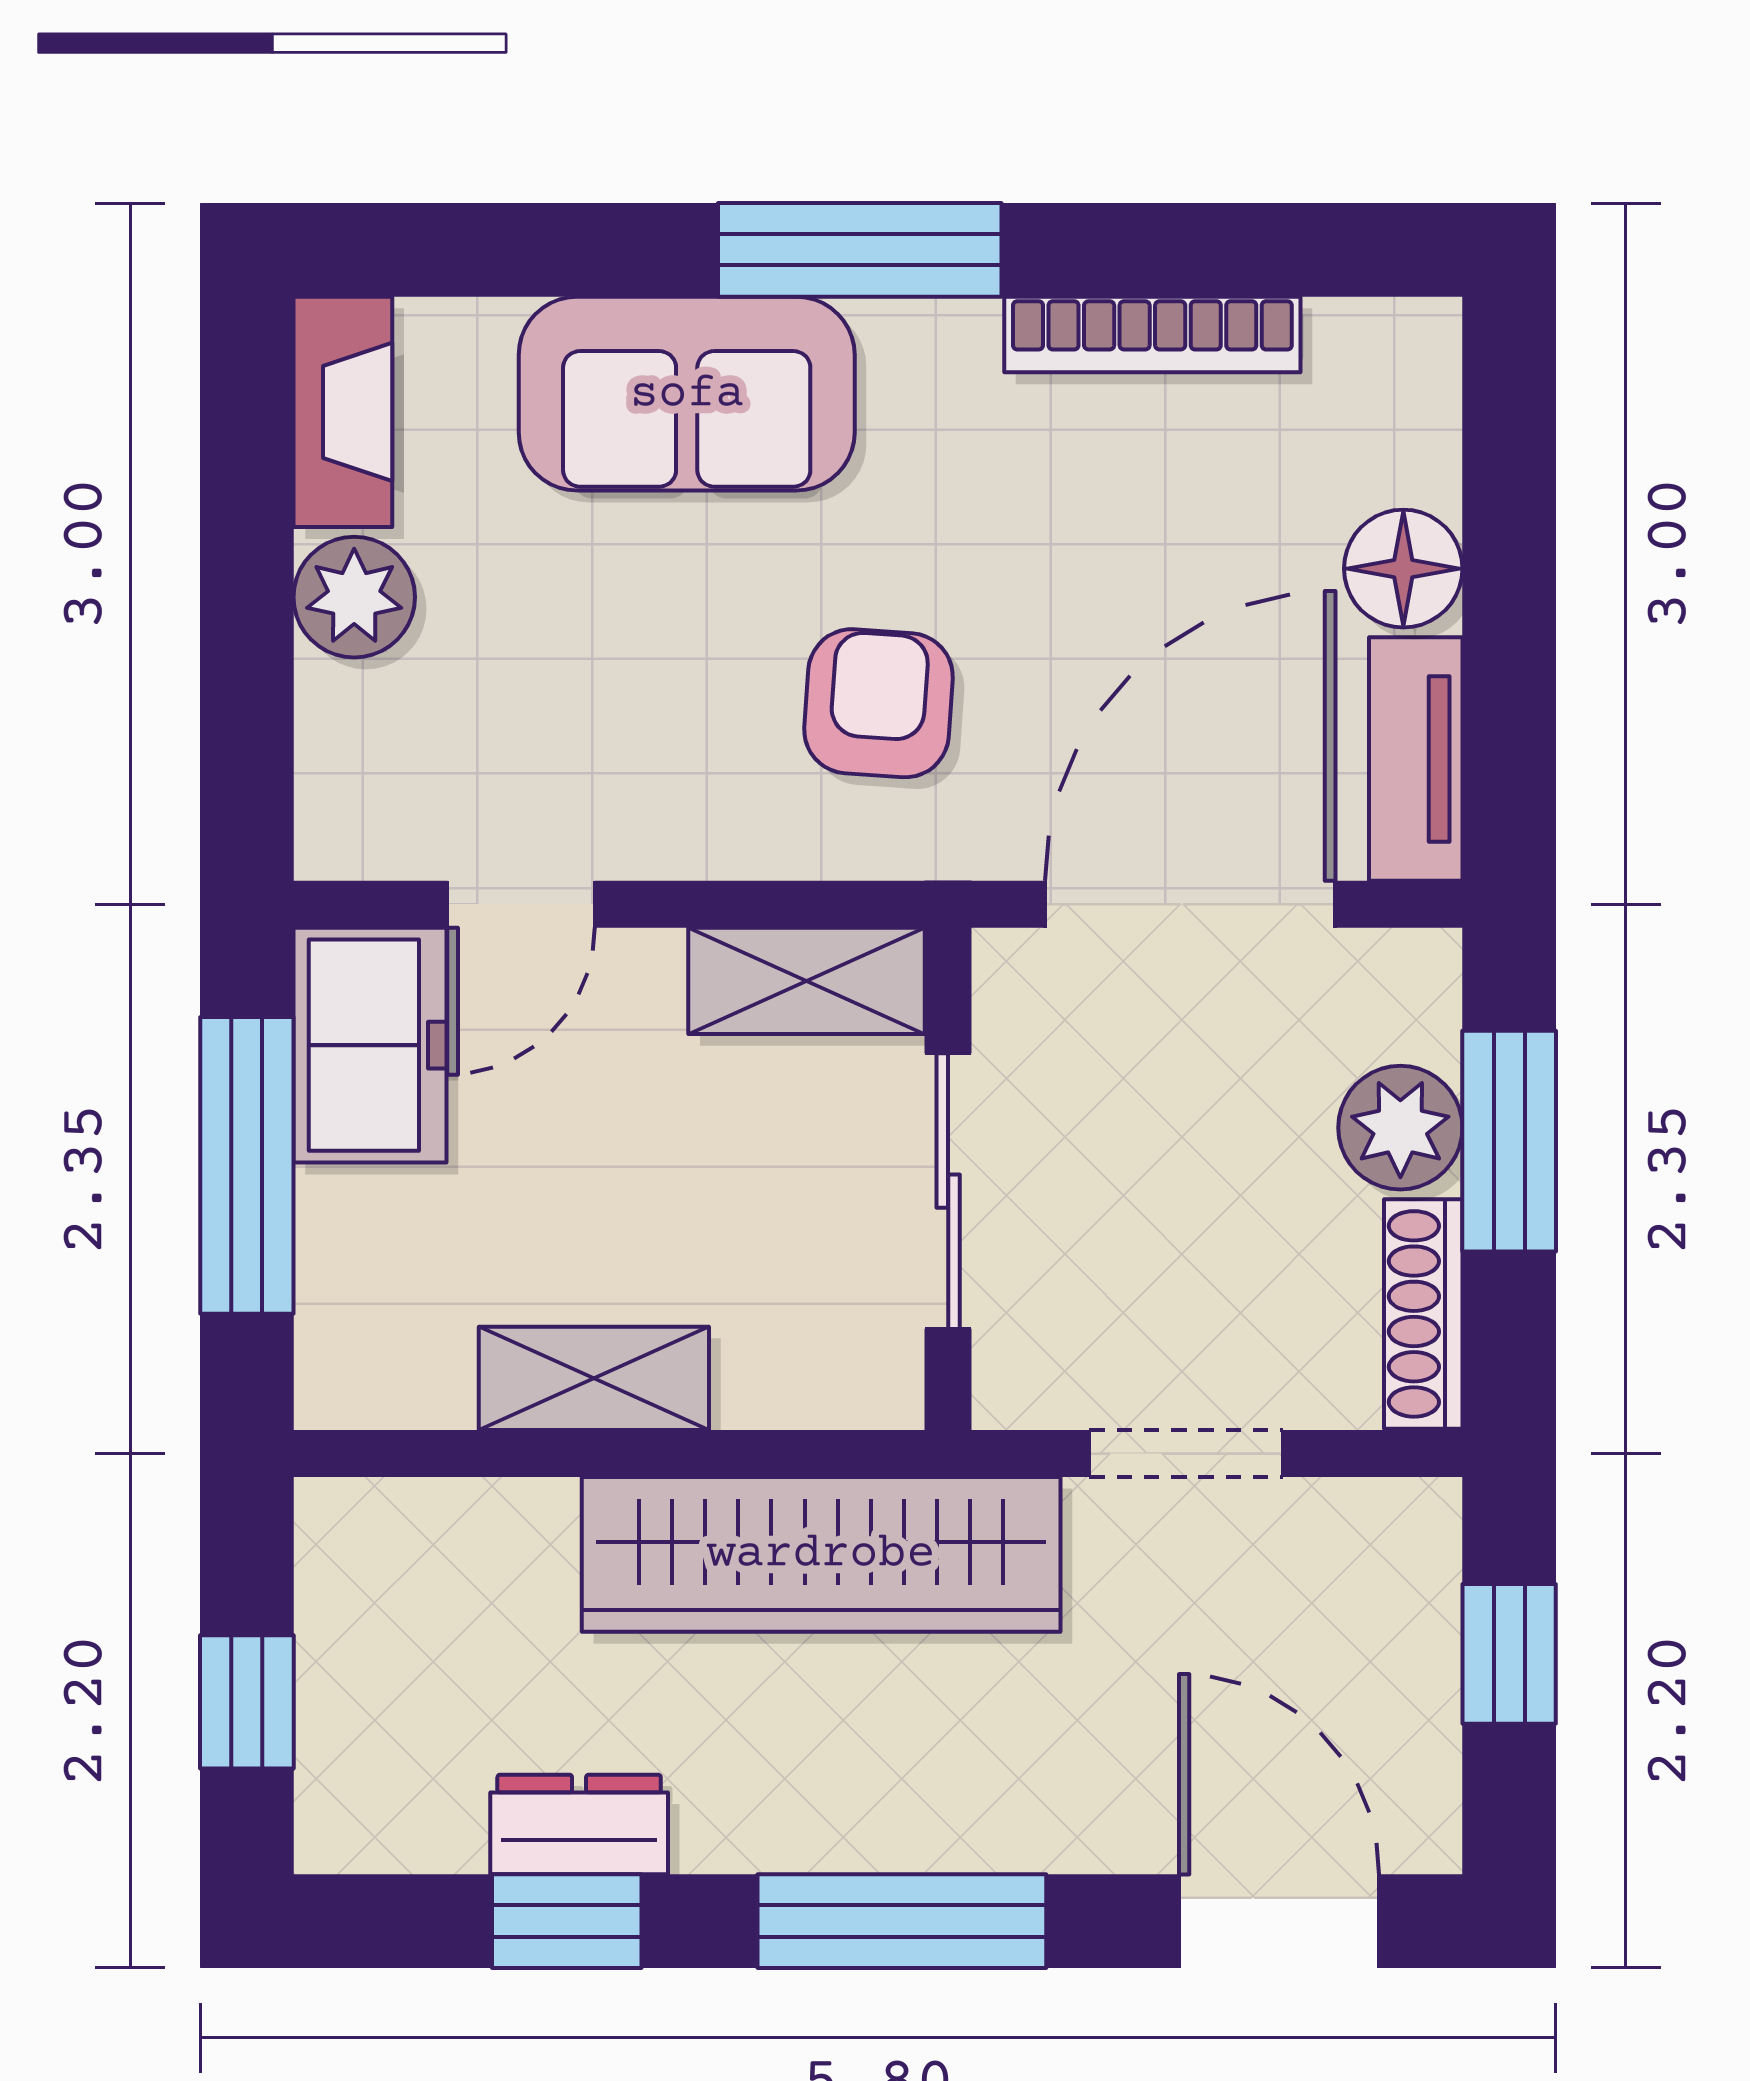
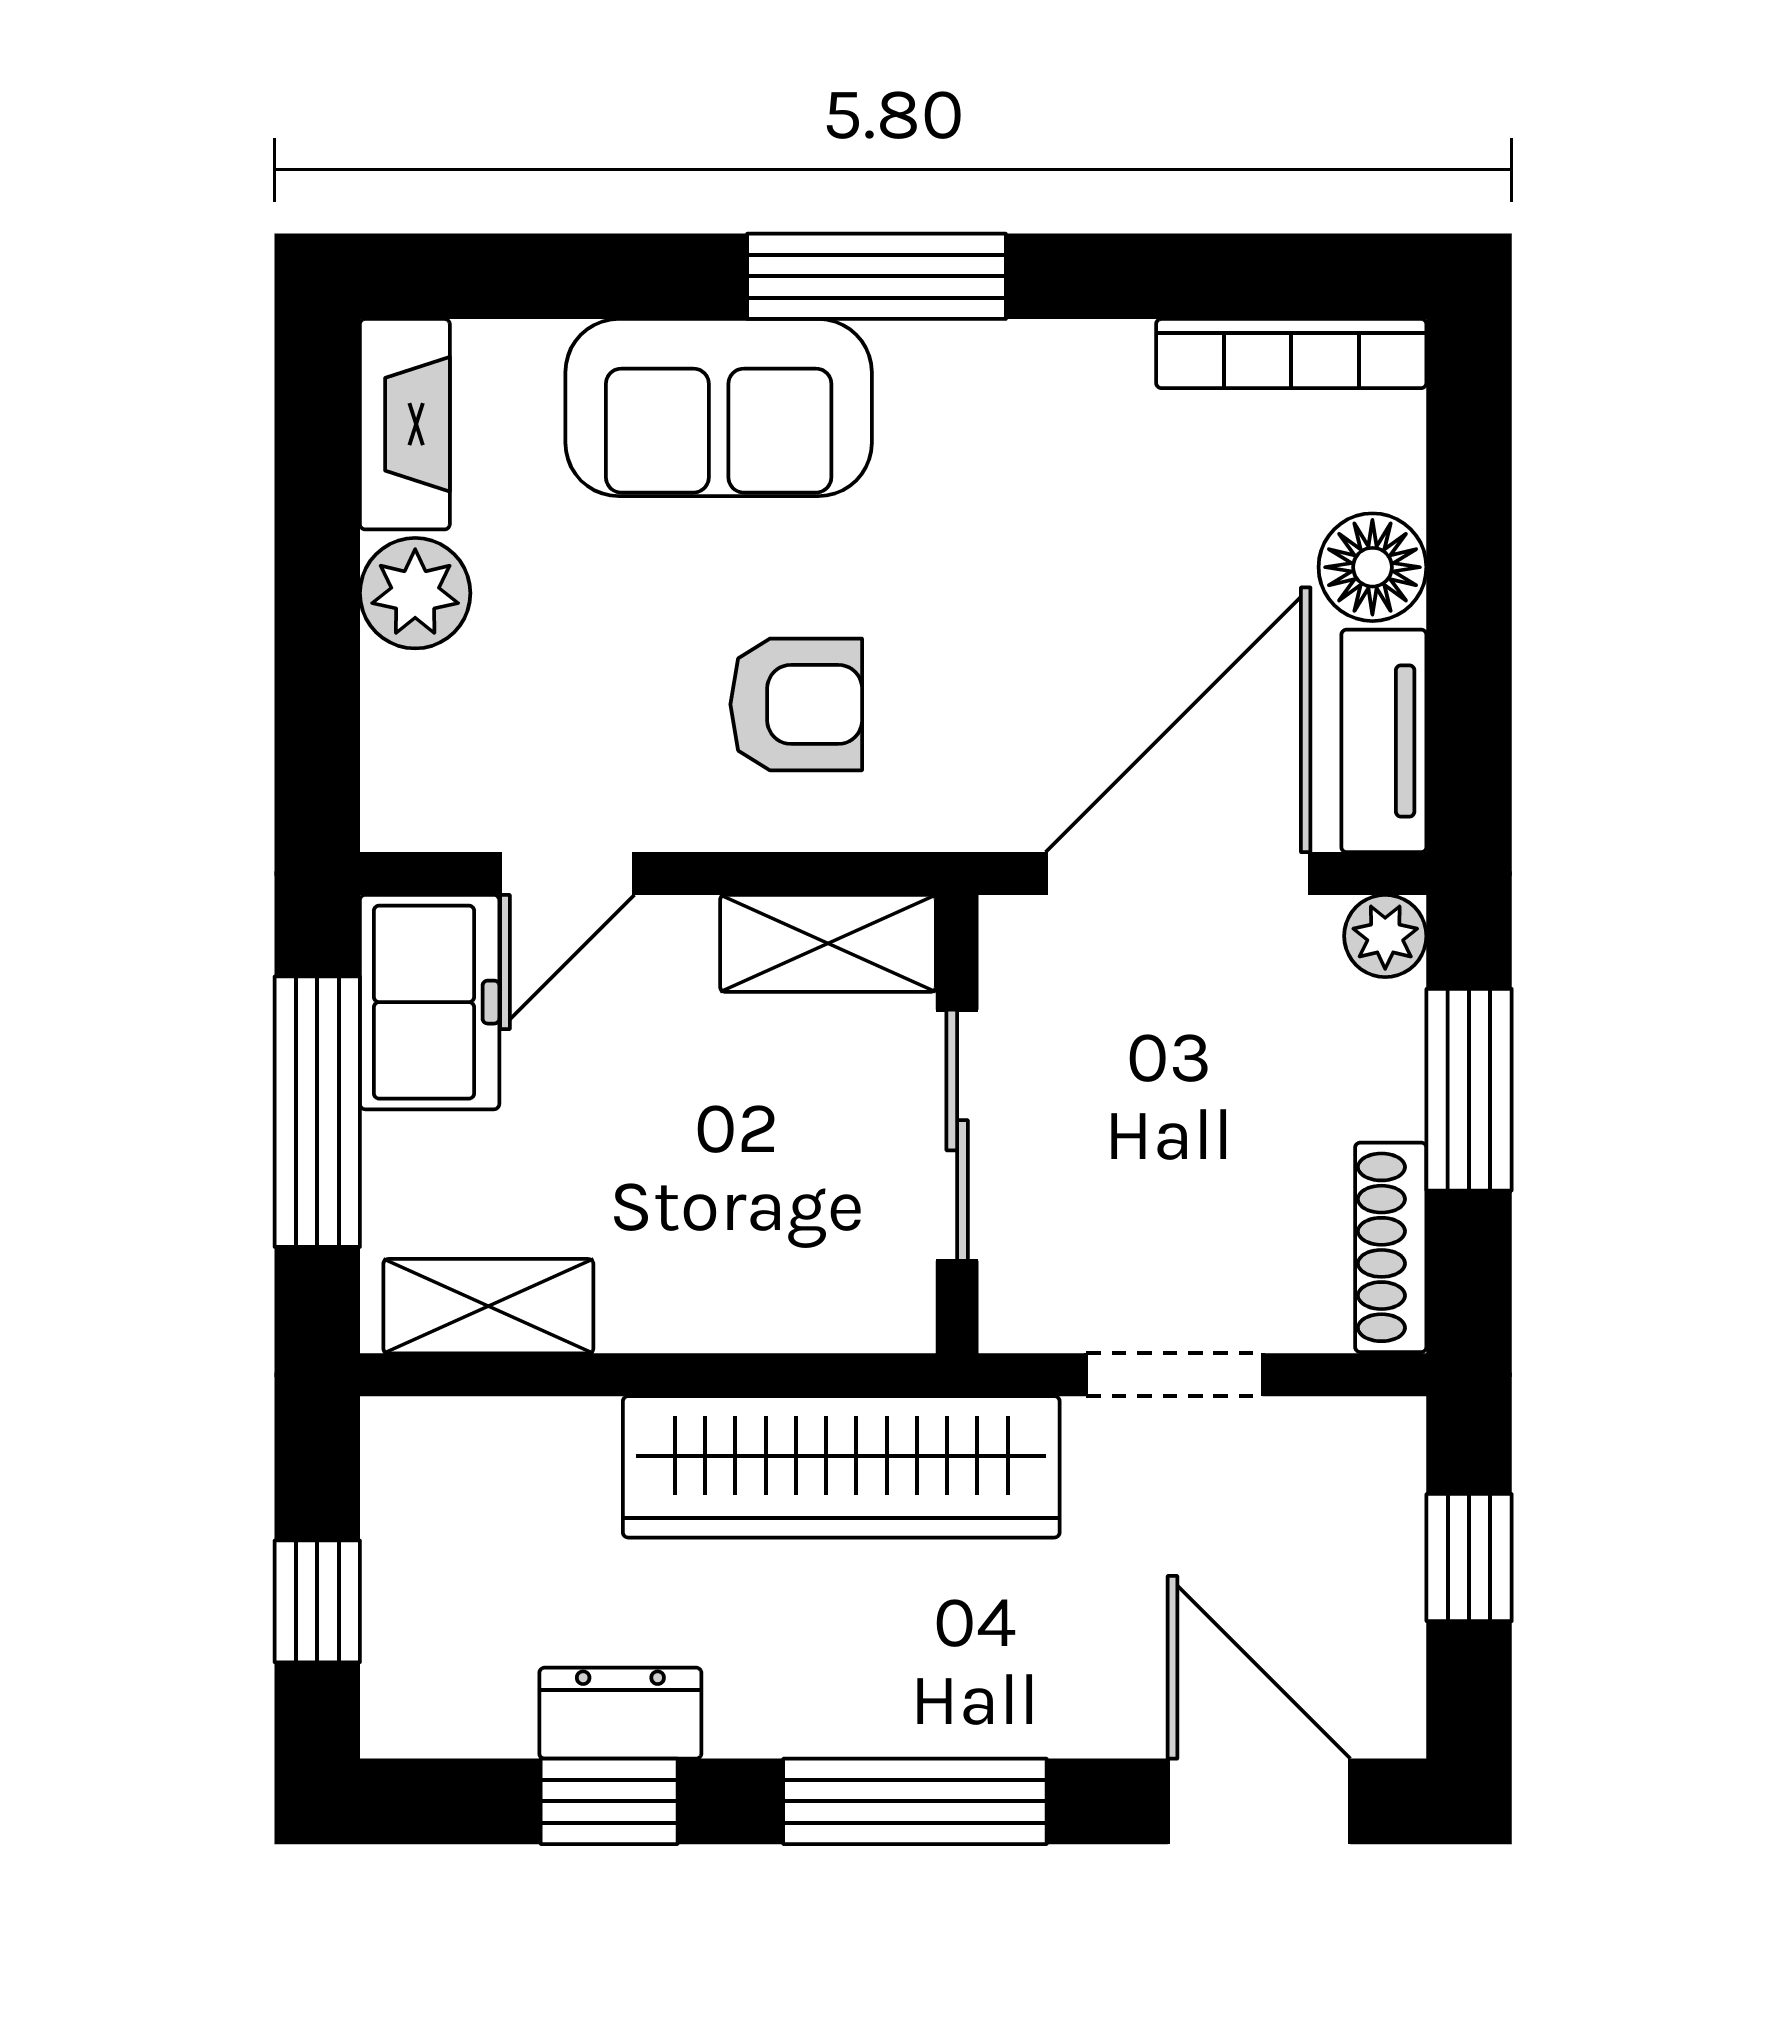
bookcase: (1152, 334) -> (1291, 354), moved
armchair: (879, 703) -> (796, 704), moved, turned 86
plant: (1400, 1128) -> (1385, 936), moved, width x0.73, depth x0.73
shelving: (594, 1378) -> (488, 1306), moved

